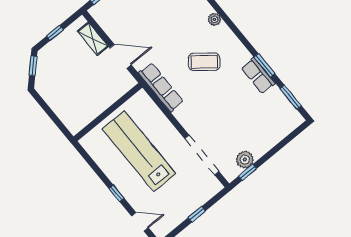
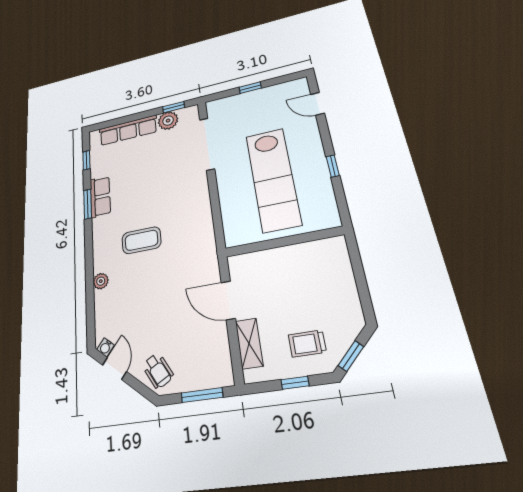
trolley: (60, 58) -> (307, 344), added
coffee table: (204, 62) -> (141, 240), turned -39
row of seats: (161, 87) -> (128, 130), moved, turned -90
window: (291, 97) -> (86, 160), width x0.67
window: (116, 193) -> (333, 166), moved

